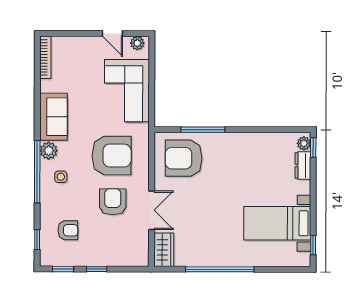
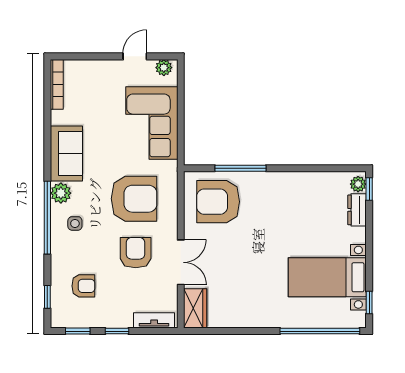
door: (112, 33) -> (135, 56), swing flipped
tv unit: (129, 260) -> (154, 320), added
window: (220, 269) -> (320, 331), moved

